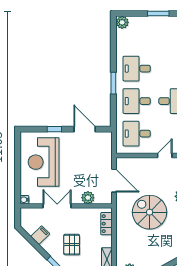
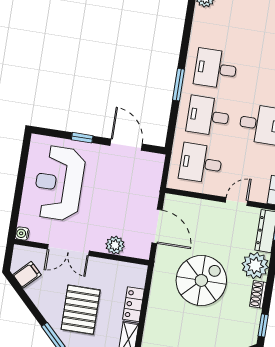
double door: (57, 206) -> (68, 250), swing flipped
spiral stairs: (150, 212) -> (201, 280), turned 90
locker: (106, 224) -> (133, 304), moved
filing cabinet: (40, 235) -> (27, 275), moved
pallet: (72, 245) -> (81, 310), width x1.50, depth x1.42

